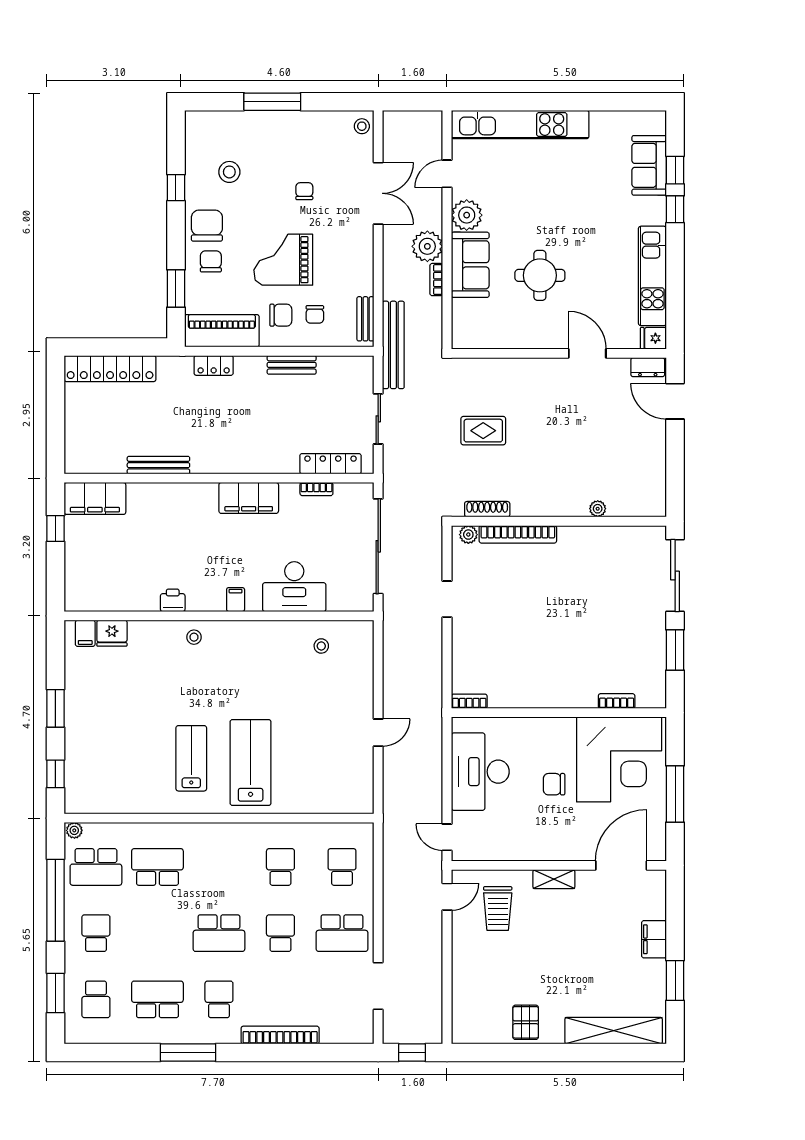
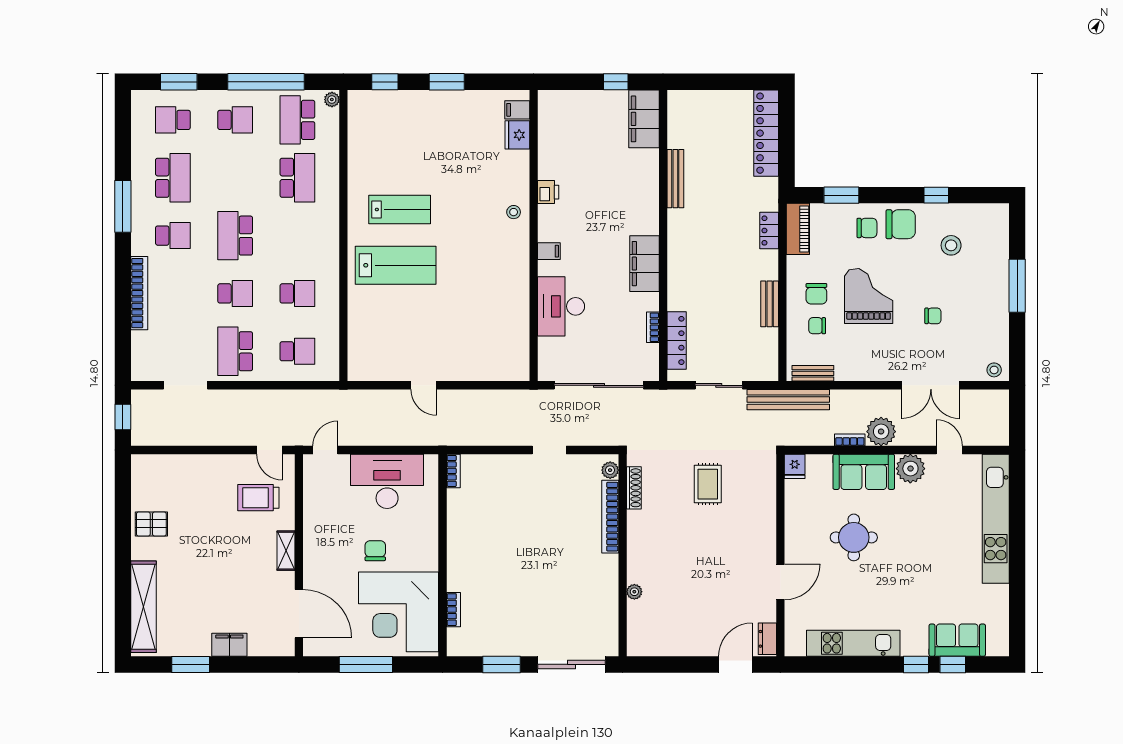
piano: (222, 331) -> (798, 229), width x0.73, depth x0.75
fridge: (653, 338) -> (795, 466), moved, turned 180
stool: (321, 646) -> (505, 332), removed

